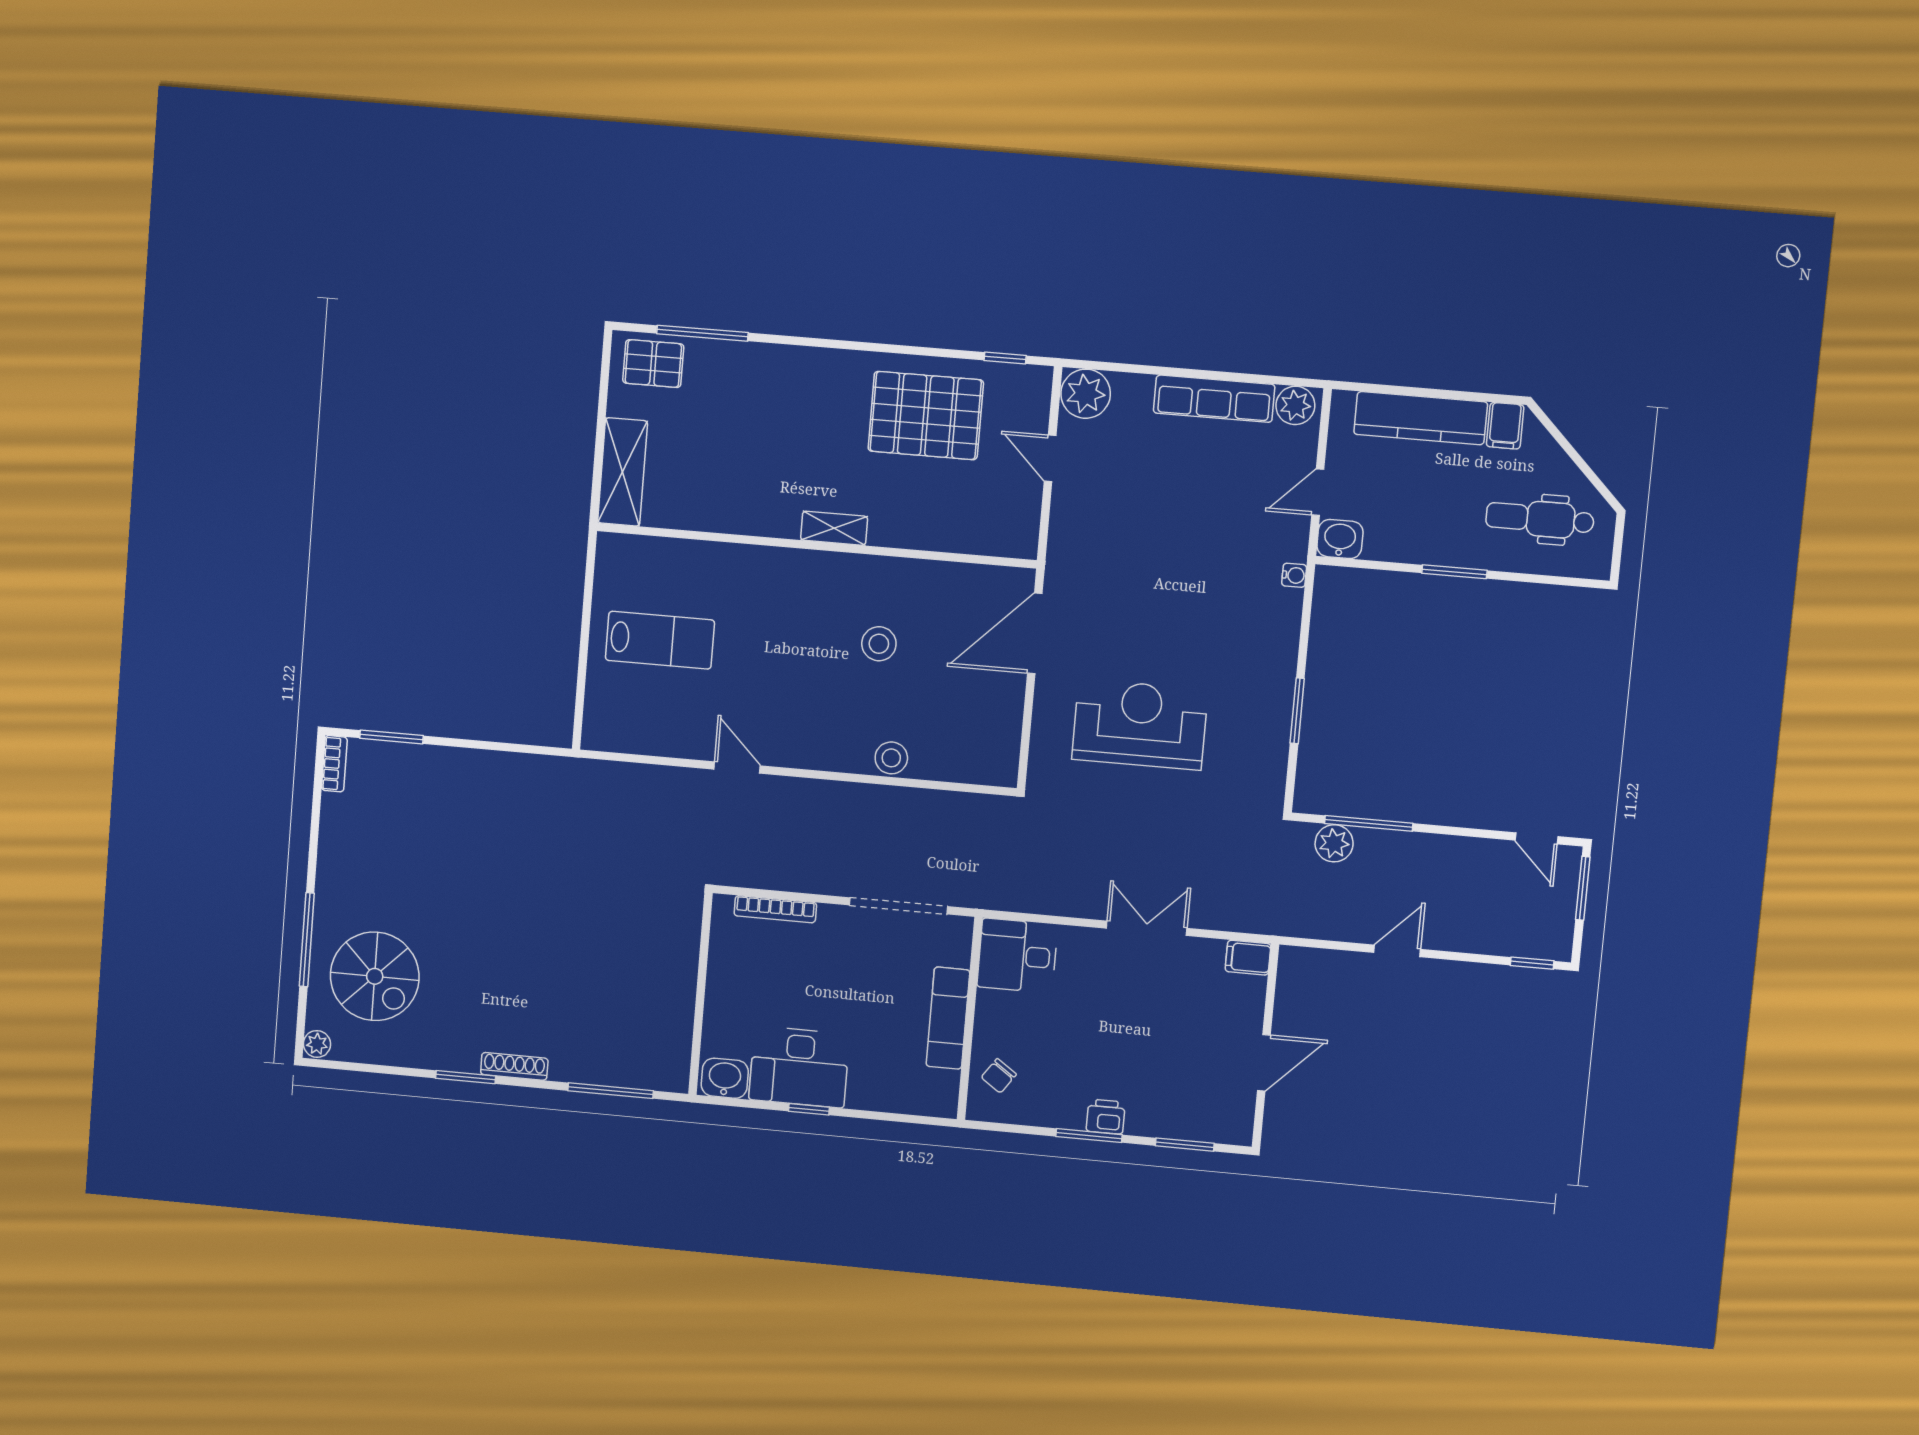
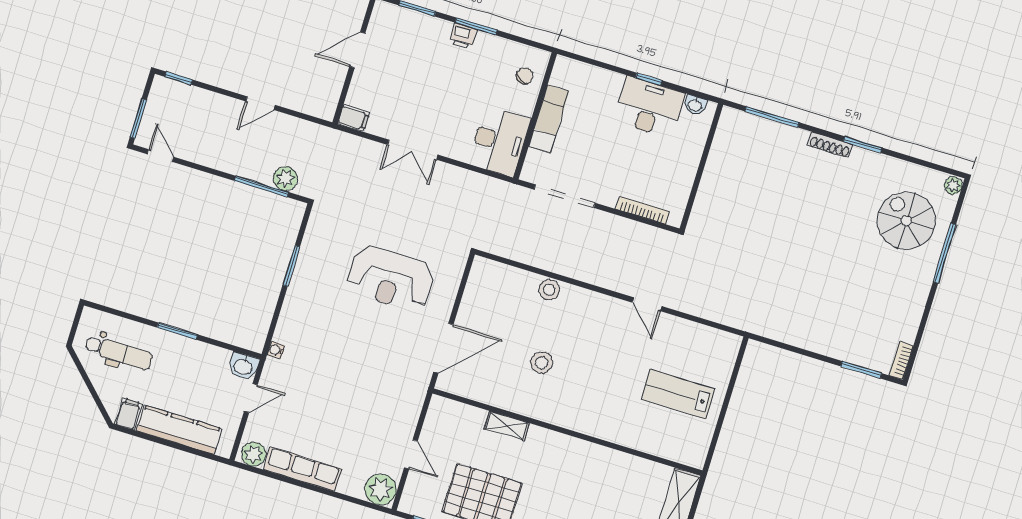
shelving: (834, 528) -> (507, 426), moved
desk: (1017, 956) -> (499, 141), width x1.37
washbasin: (725, 1078) -> (695, 105), width x0.72, depth x0.69

